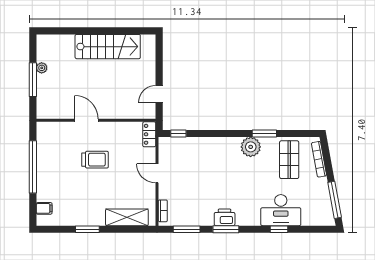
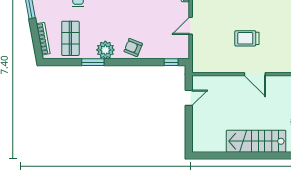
stairs: (108, 47) -> (256, 141), moved
locker: (149, 134) -> (198, 61), removed
armchair: (220, 150) -> (133, 48), added
door: (157, 173) -> (191, 26), swing flipped

